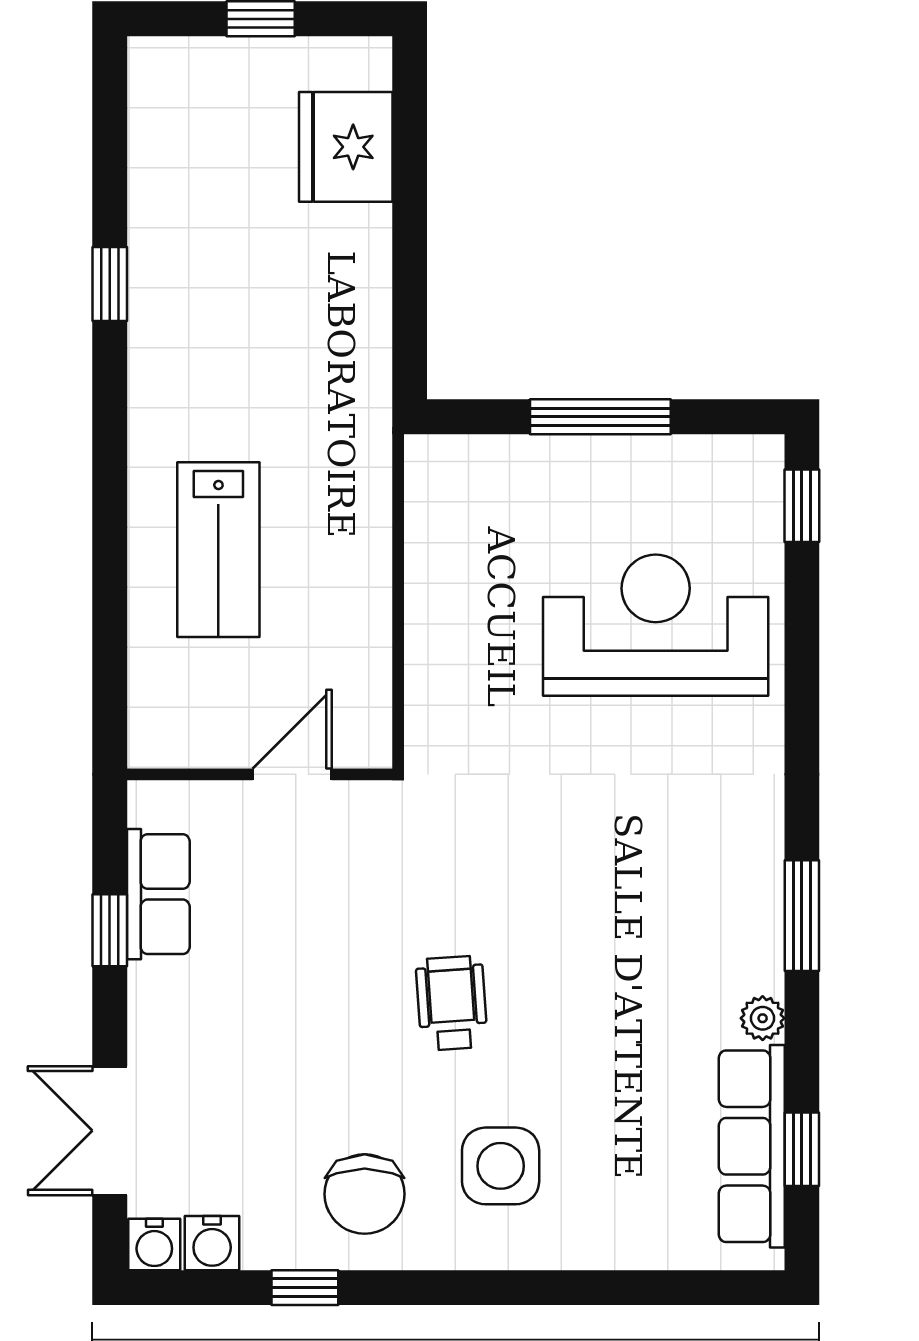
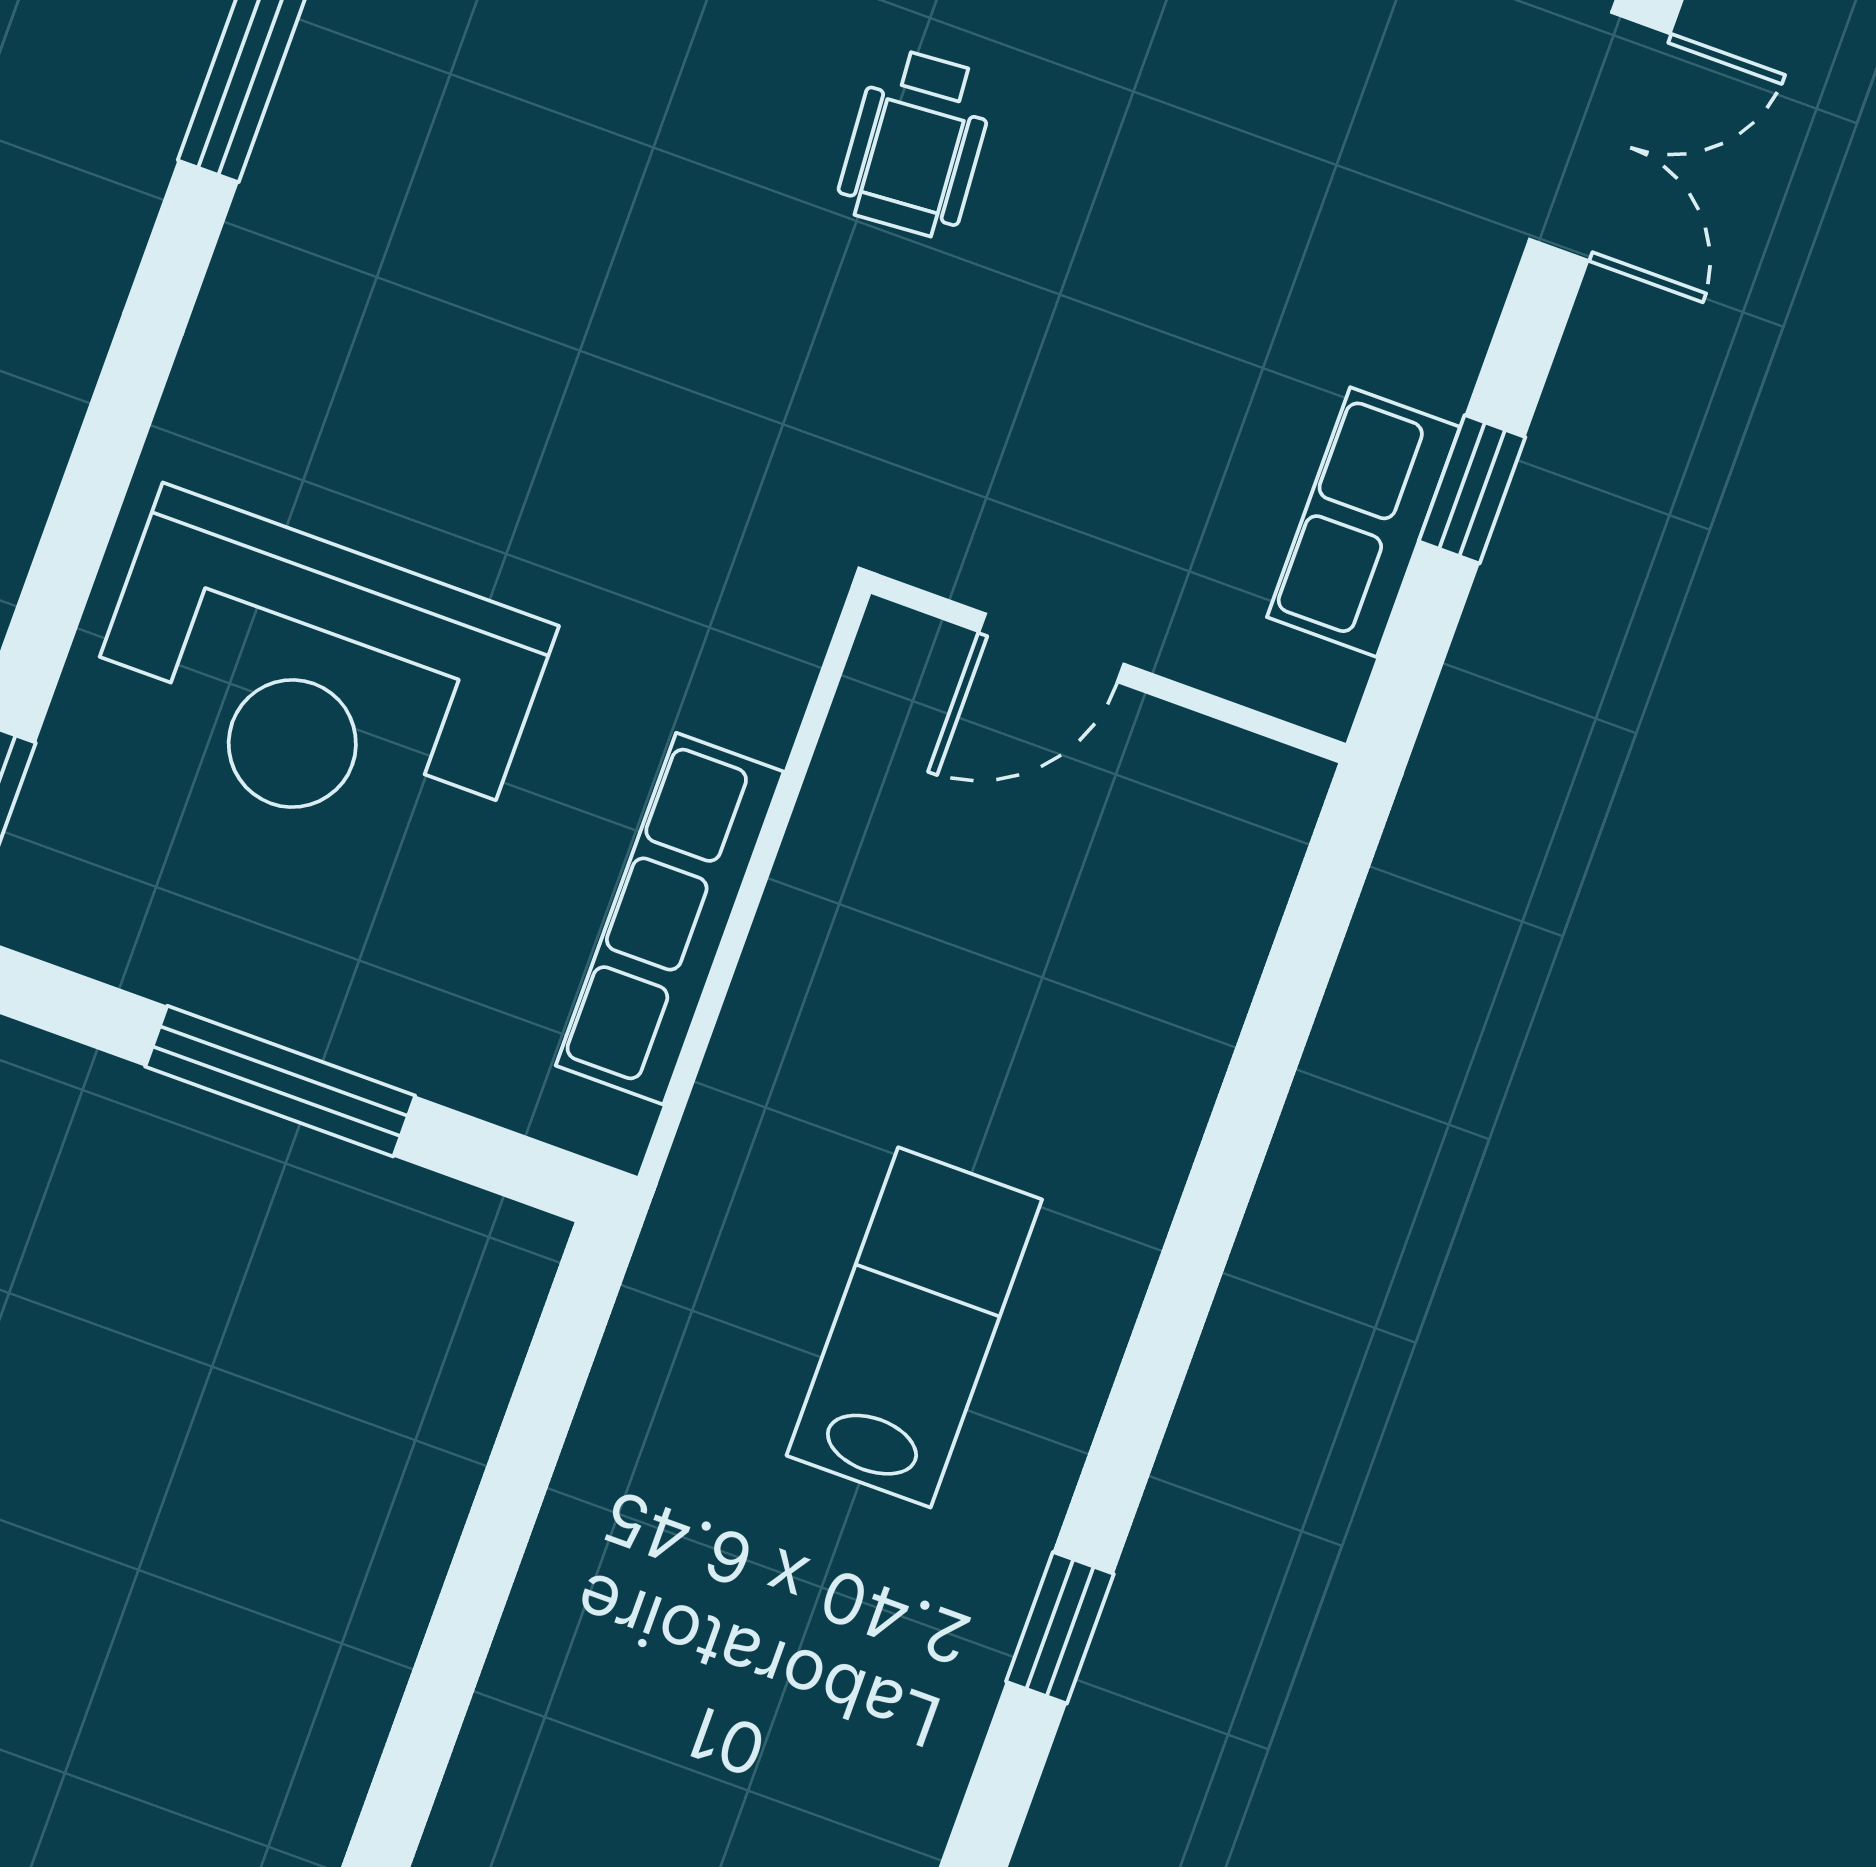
fridge: (346, 147) -> (557, 1719), removed
lab bench: (218, 550) -> (914, 1327), moved
row of seats: (434, 569) -> (670, 919), added

